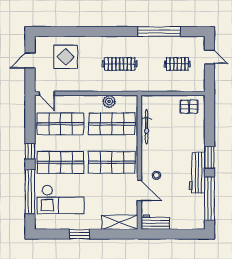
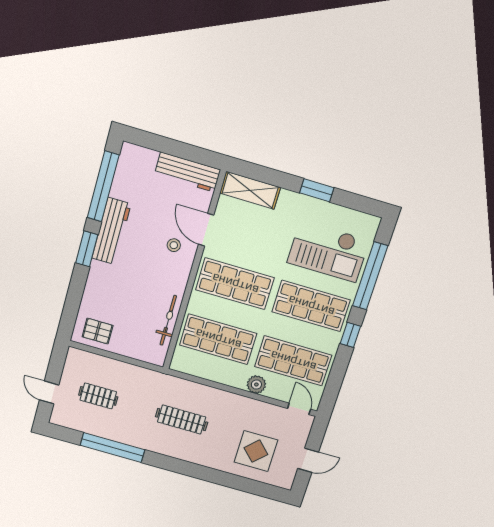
plant: (109, 101) -> (256, 385), moved
checkout: (61, 199) -> (328, 251), turned 180
workbench: (155, 222) -> (188, 172), width x1.38

